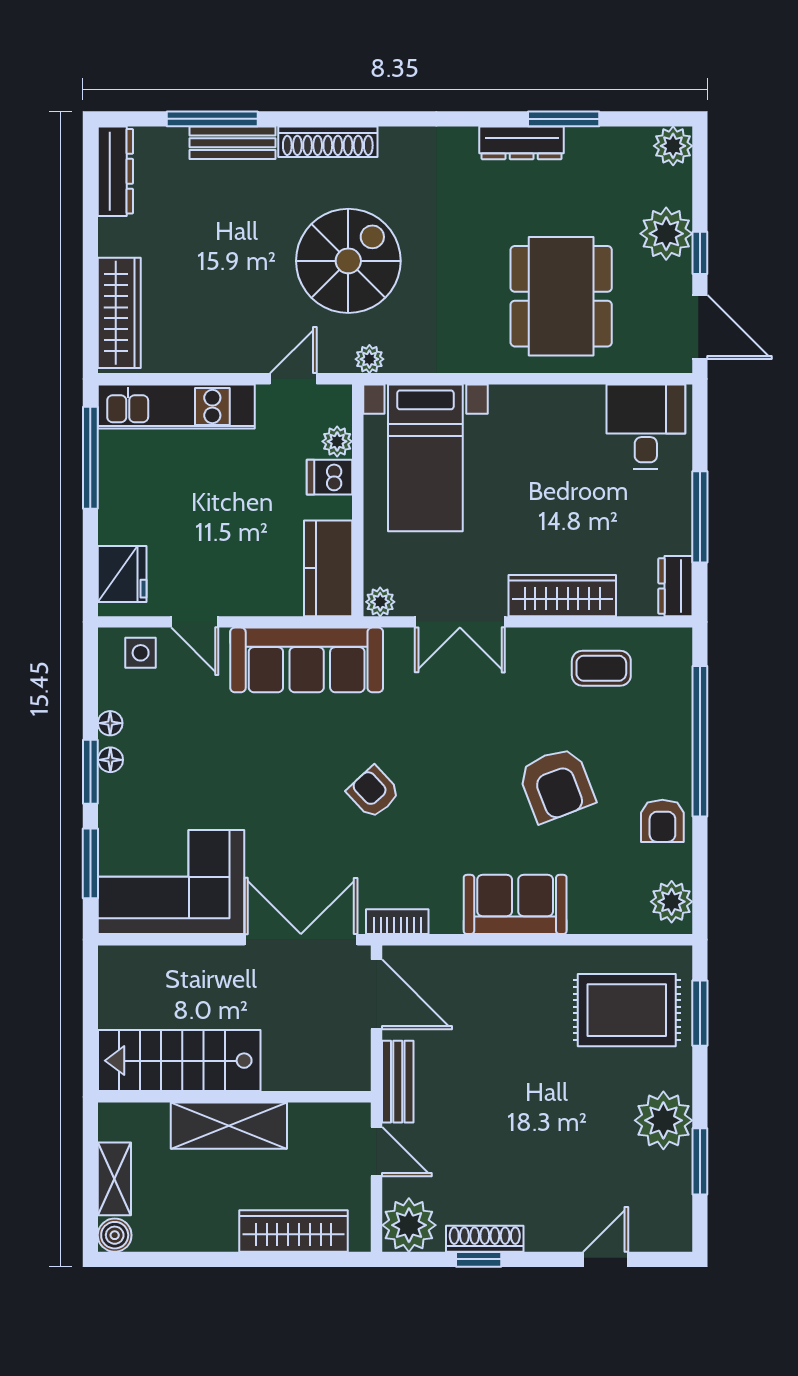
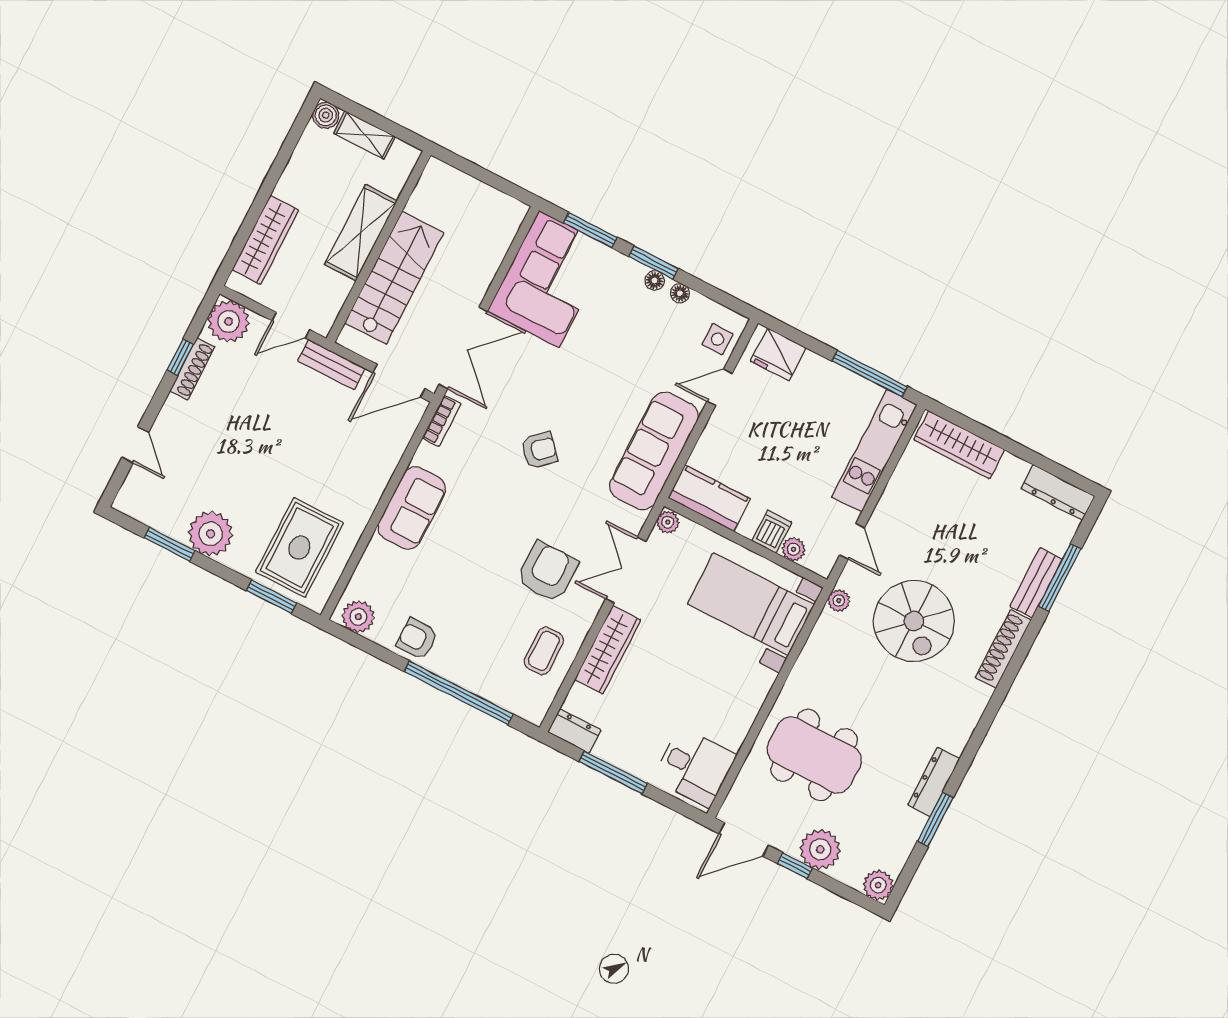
armchair: (556, 785) -> (547, 572), moved, turned 111
stairs: (179, 1061) -> (394, 278), moved

